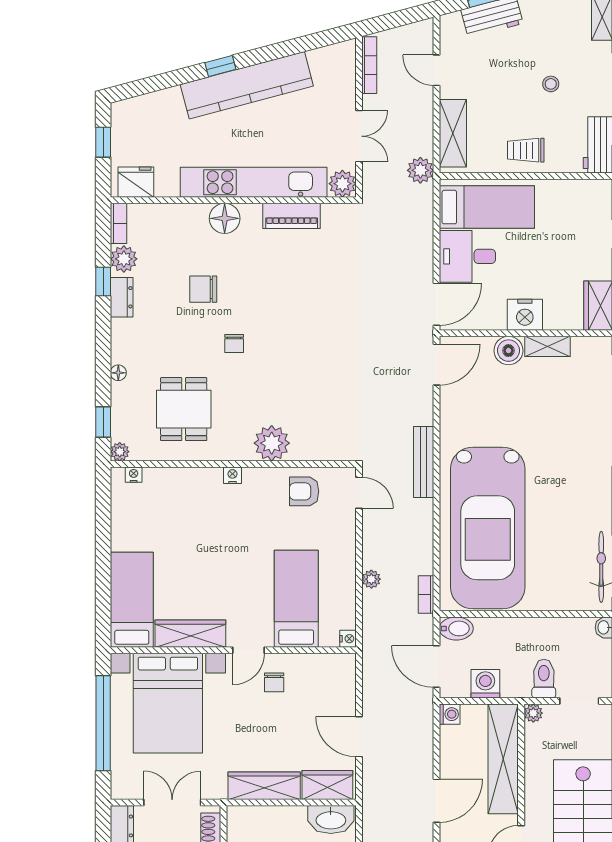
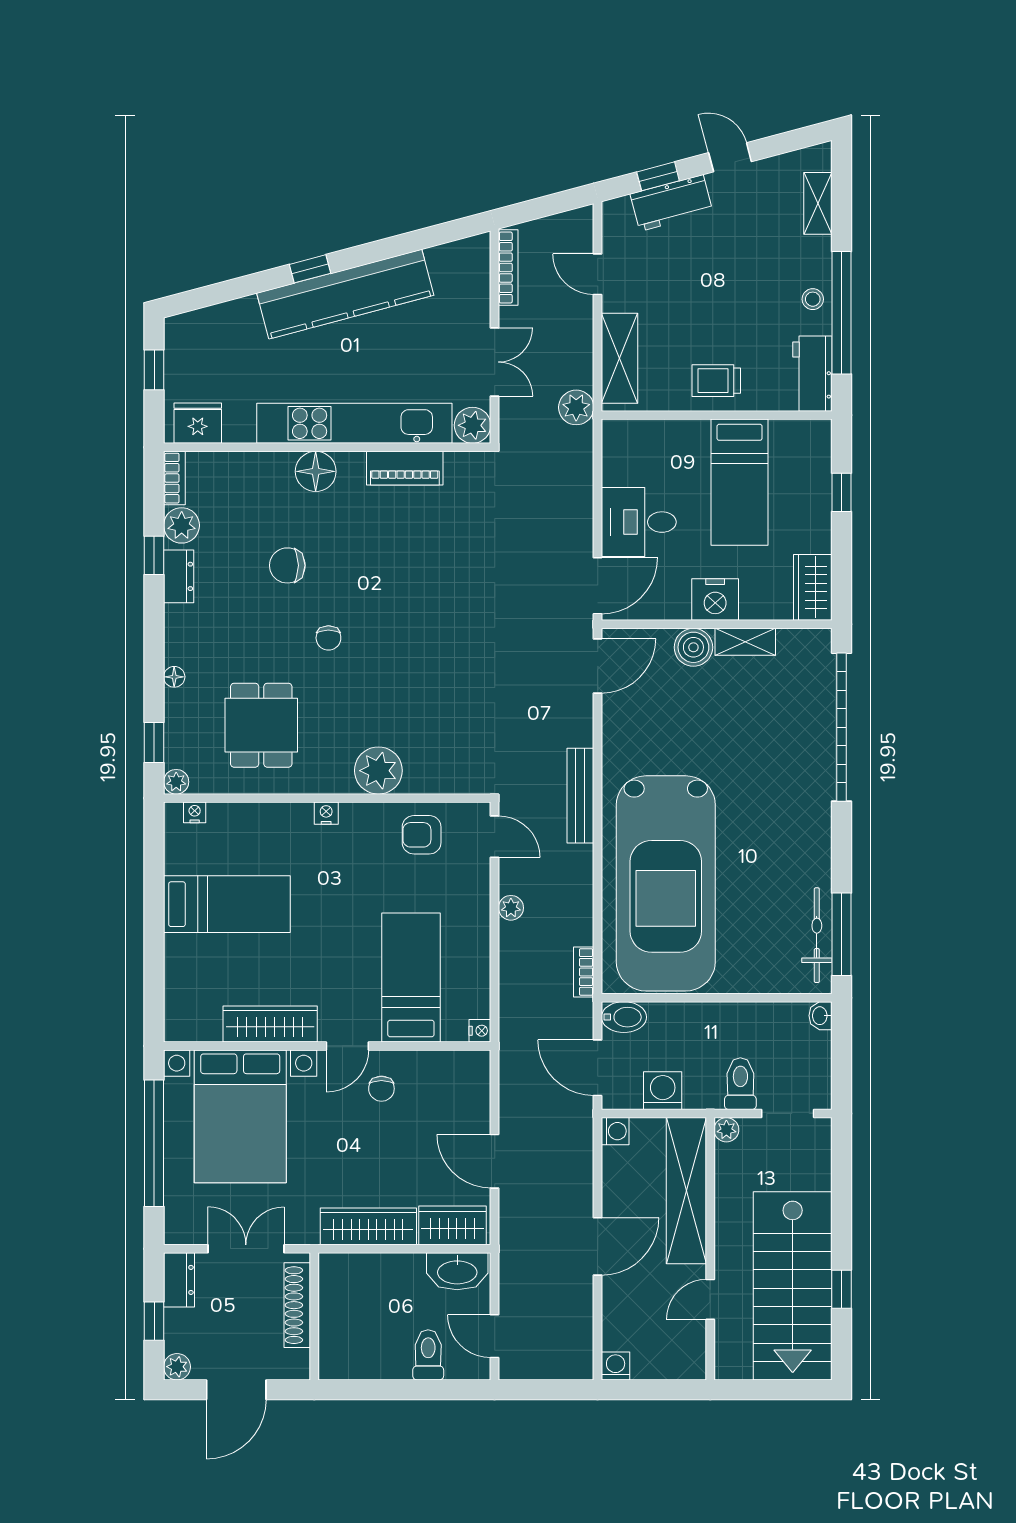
stool: (551, 84) -> (813, 299), moved
bed: (487, 207) -> (740, 482), moved, turned 90
plant: (371, 579) -> (511, 908), moved
bed: (132, 600) -> (227, 904), moved, turned 90

